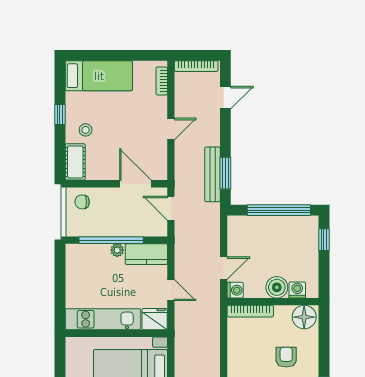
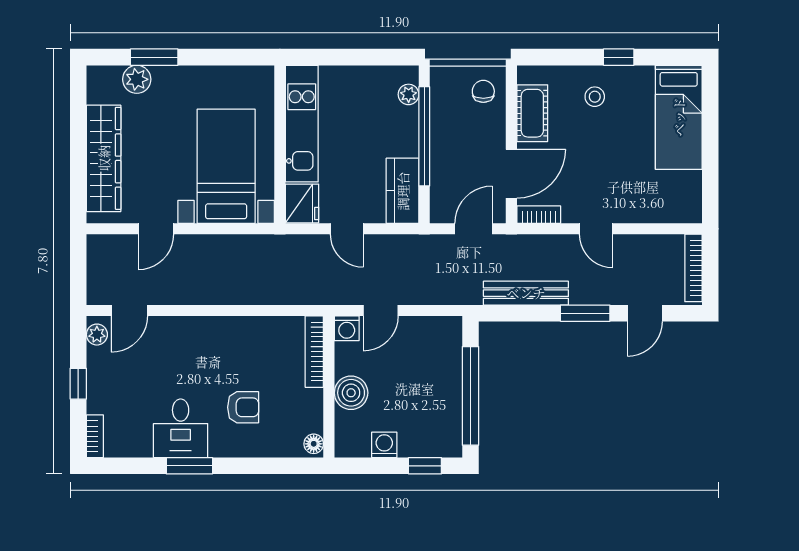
bookcase: (162, 81) -> (539, 215), moved
door: (225, 98) -> (645, 313), hinge flipped
cot: (75, 162) -> (532, 113), moved, turned 90
window: (225, 173) -> (585, 313), moved
plant: (117, 250) -> (409, 94), moved
door: (224, 268) -> (381, 310), hinge flipped
door: (171, 290) -> (347, 229), hinge flipped
washing machine: (297, 290) -> (384, 445), moved, turned -90
floor lamp: (304, 317) -> (314, 444), width x0.53, depth x0.53

